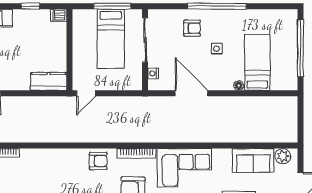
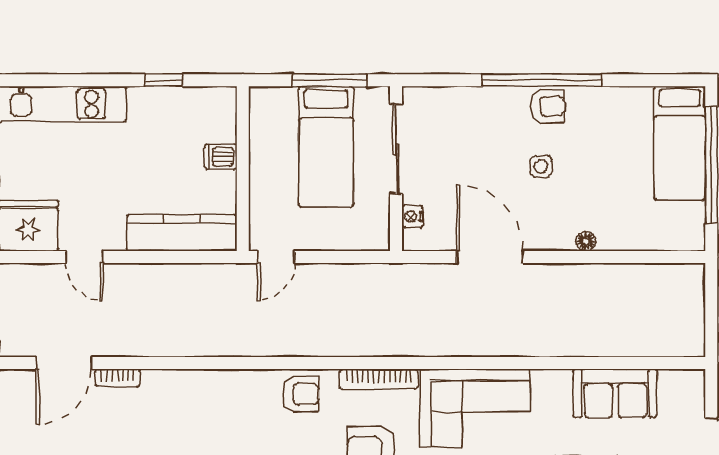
dishwasher: (59, 15) -> (221, 157), moved
armchair: (192, 28) -> (548, 106), moved
bed: (257, 62) -> (680, 143), moved, turned 180
kitchen counter: (49, 81) -> (182, 233), width x1.50
plant: (283, 156) -> (675, 385), removed

